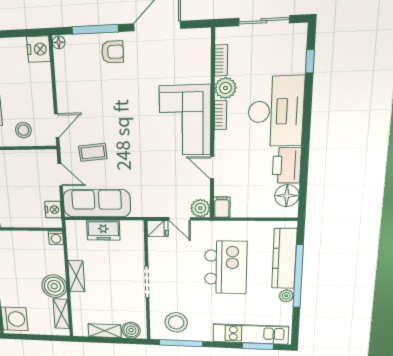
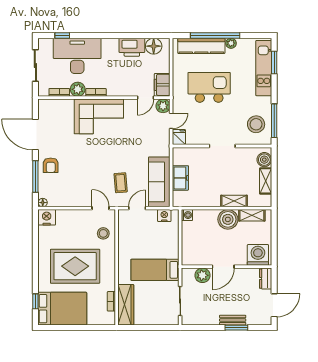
armchair: (113, 52) -> (51, 165), turned 180
desk: (276, 111) -> (77, 56), moved
door: (212, 168) -> (145, 98), moved
filing cabinet: (222, 207) -> (162, 85), width x2.00
shelving: (76, 276) -> (234, 201), moved

